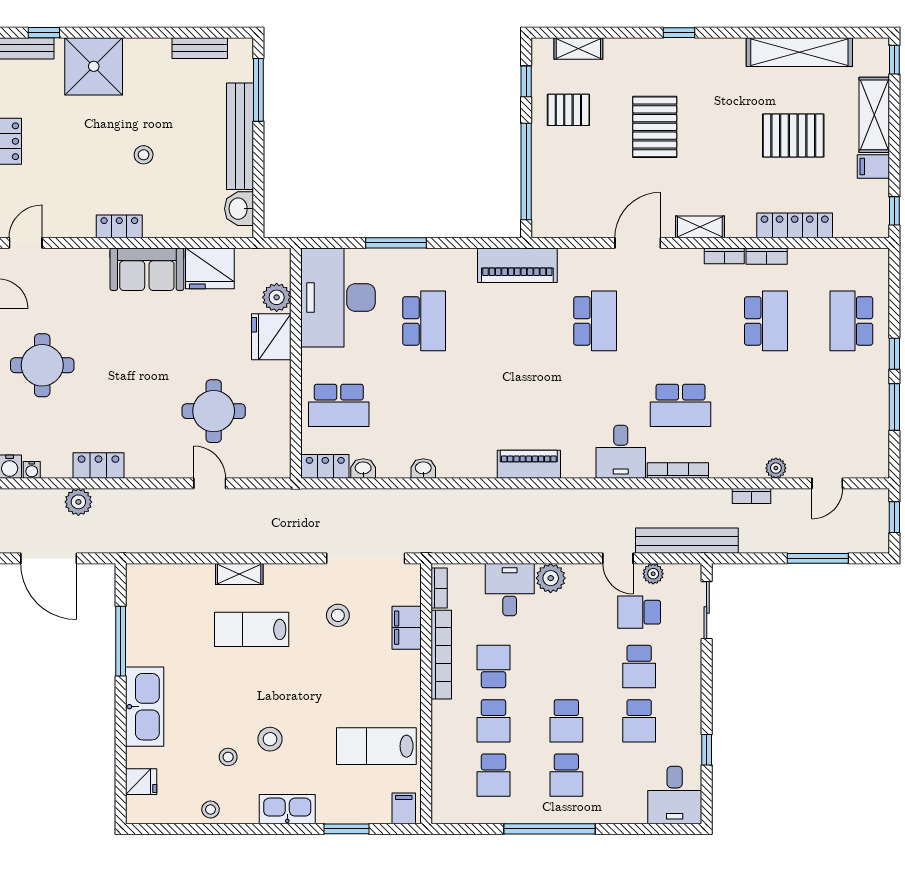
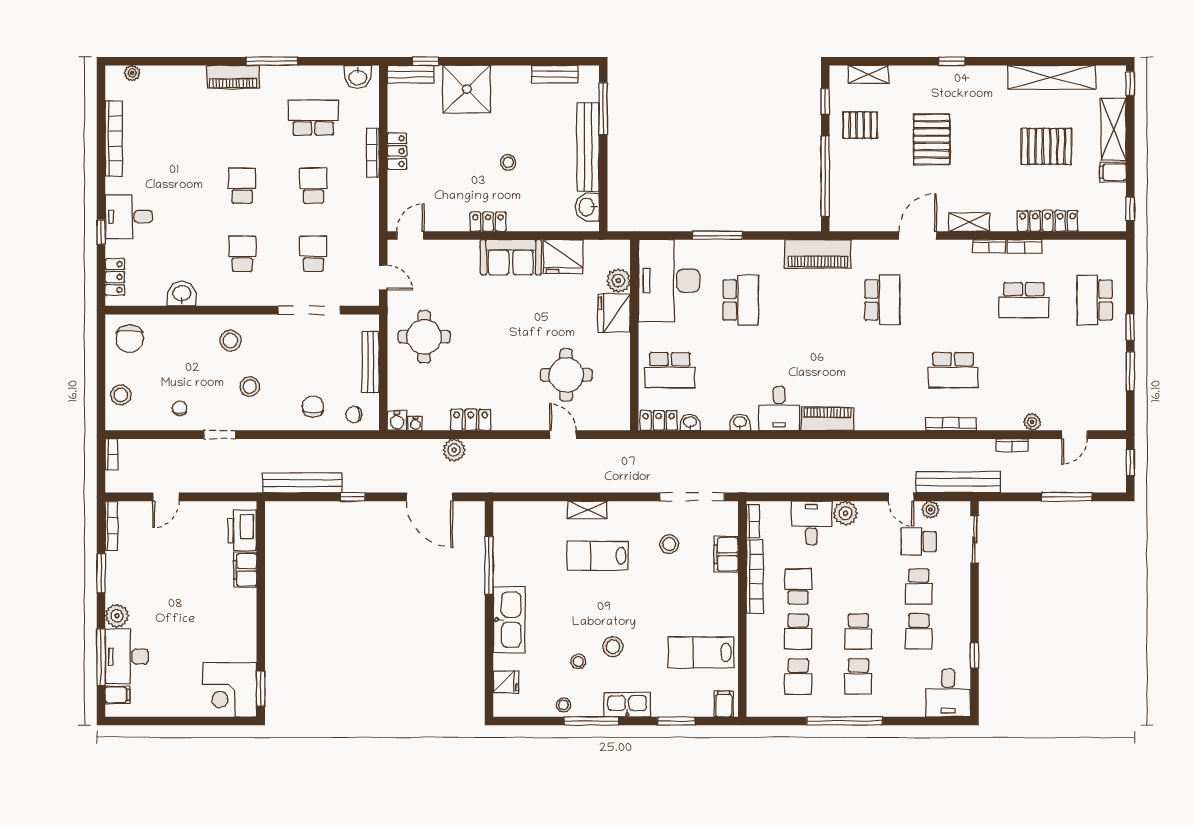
school desk: (766, 321) -> (1024, 300), turned 90
desk: (621, 452) -> (779, 408), moved
window: (244, 829) -> (591, 721), added

